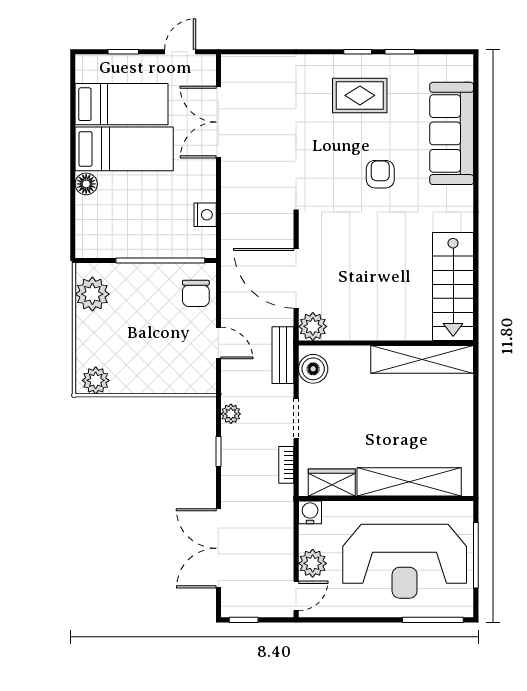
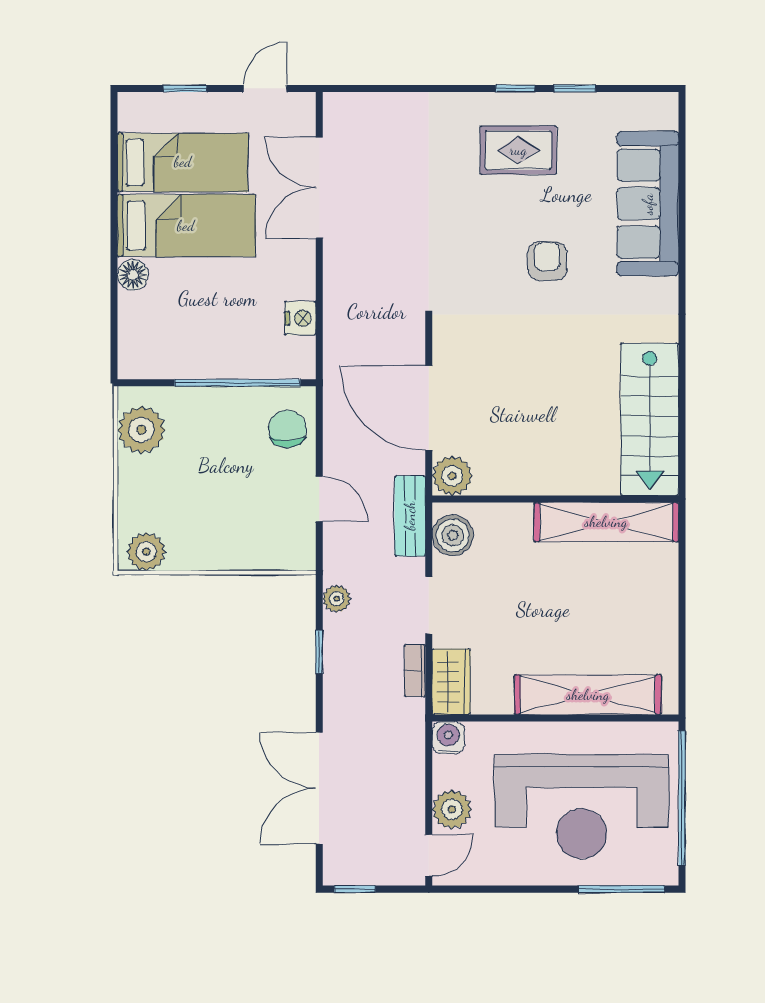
chair: (196, 293) -> (287, 429), turned 180
wardrobe: (332, 483) -> (451, 682), moved, turned 90
window: (476, 555) -> (682, 798), width x1.46

